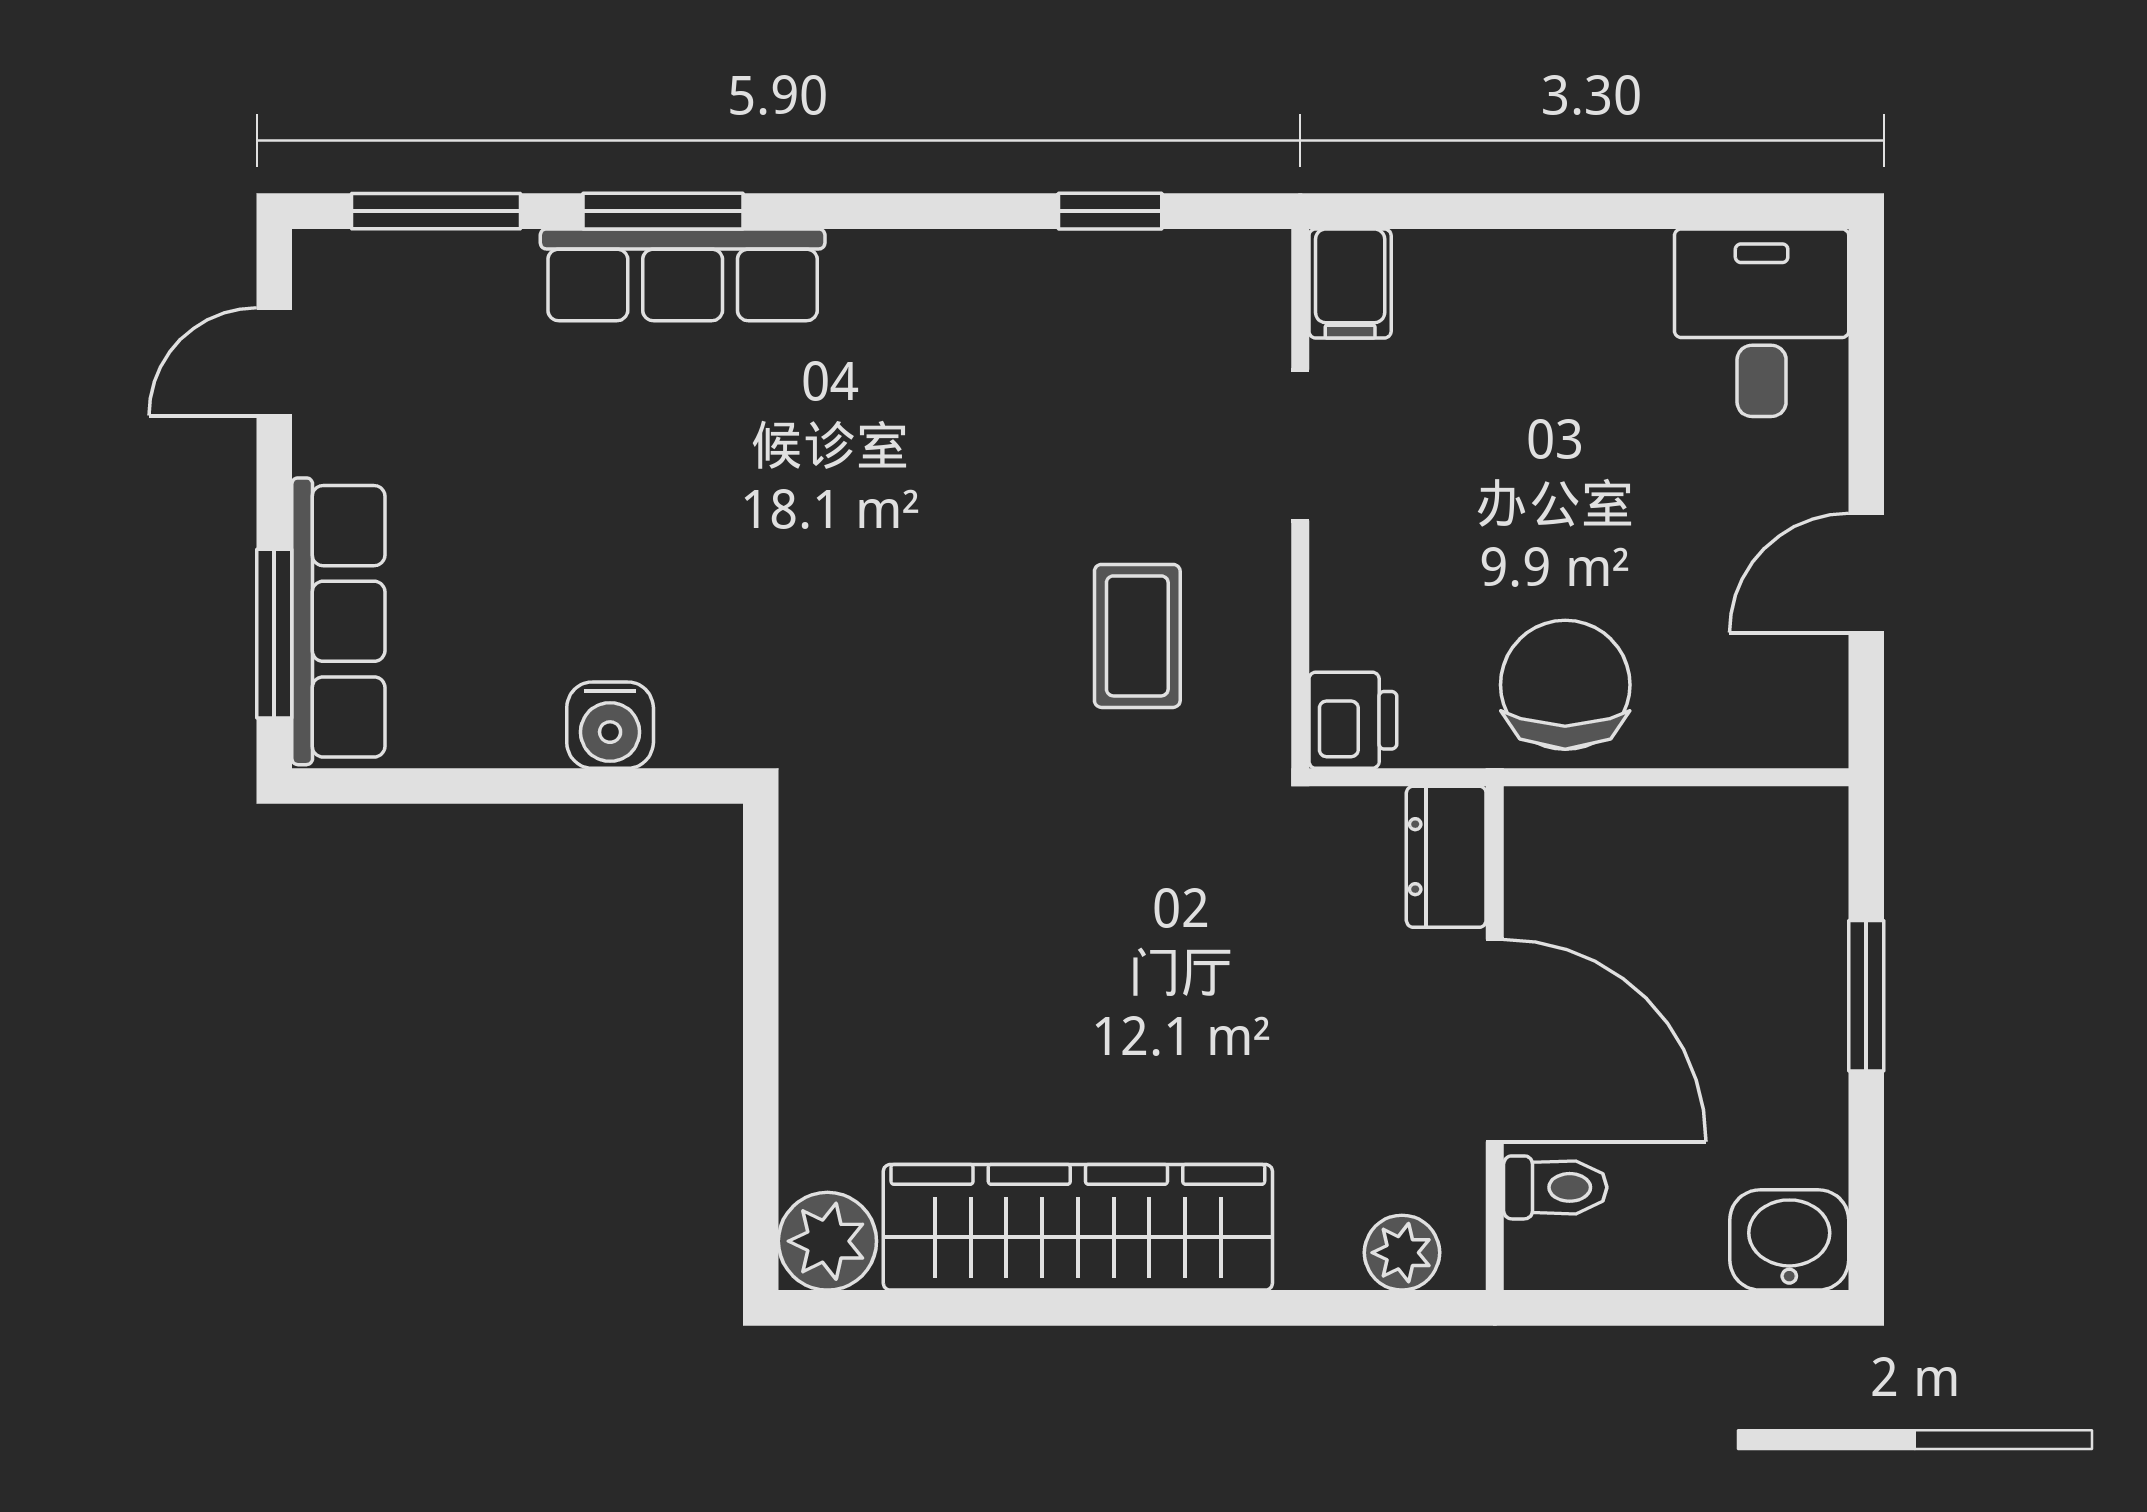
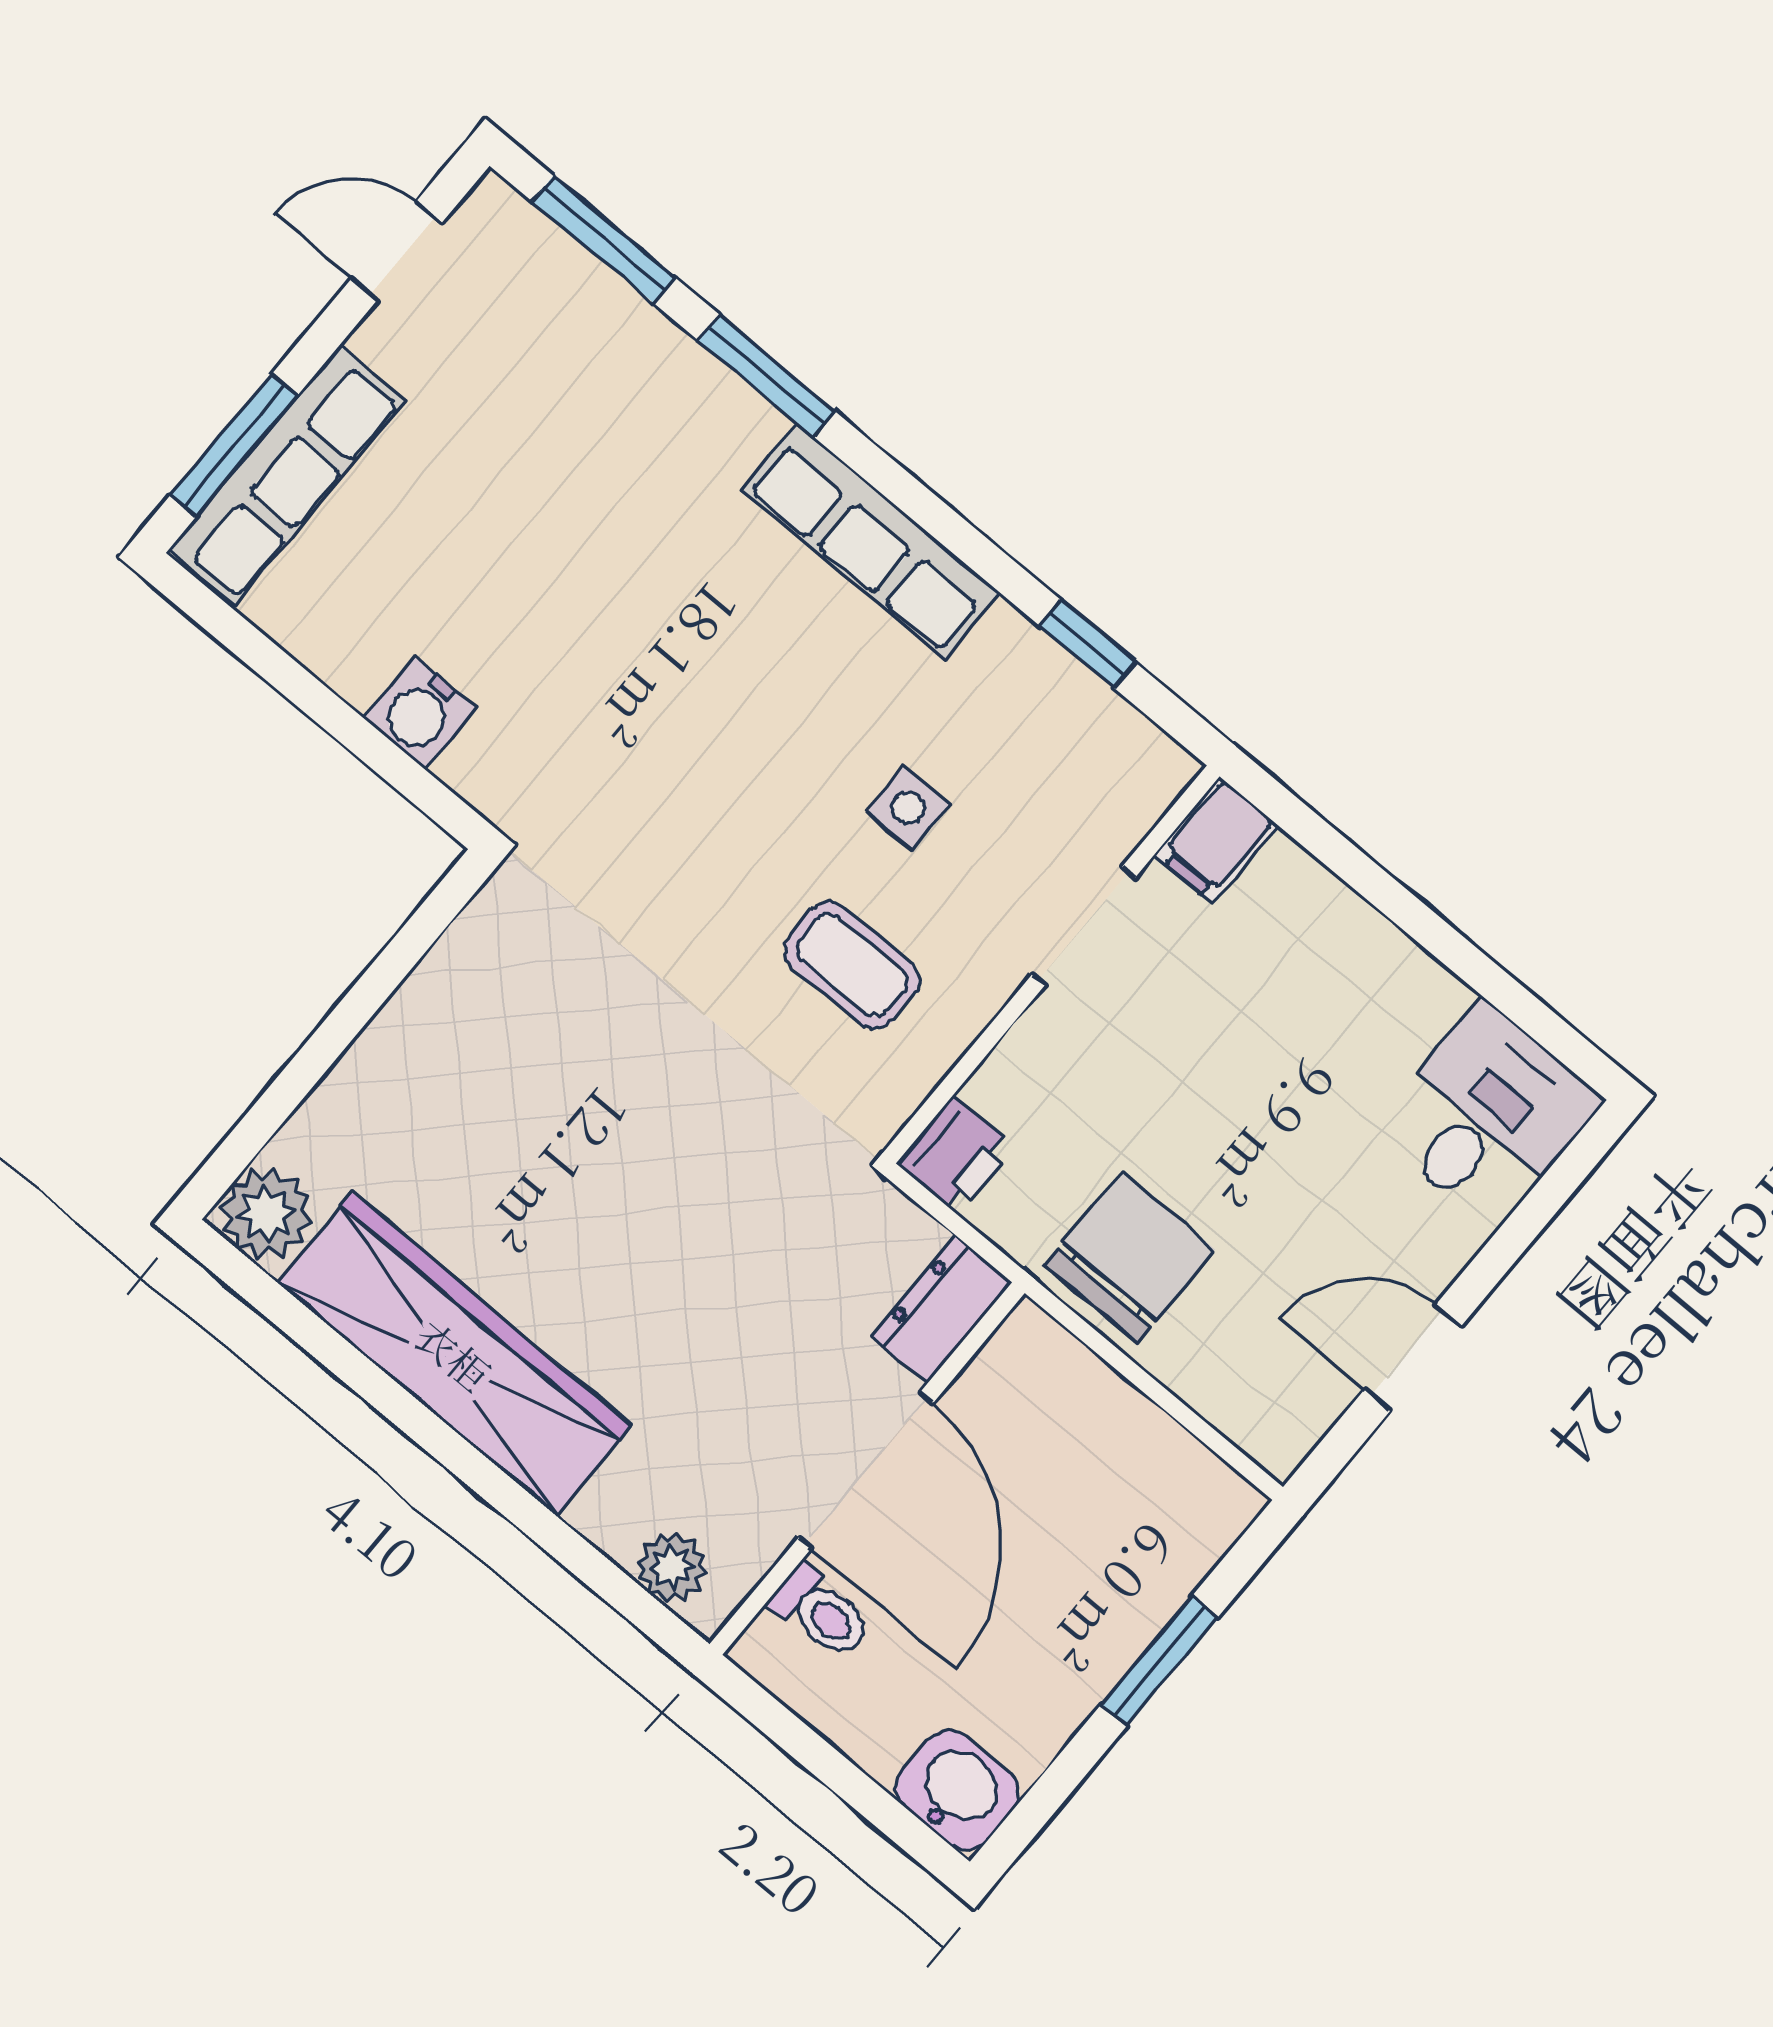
row of seats: (683, 275) -> (871, 541), moved
side table: (1075, 468) -> (908, 808), added
coffee table: (1137, 636) -> (852, 965), turned 90

